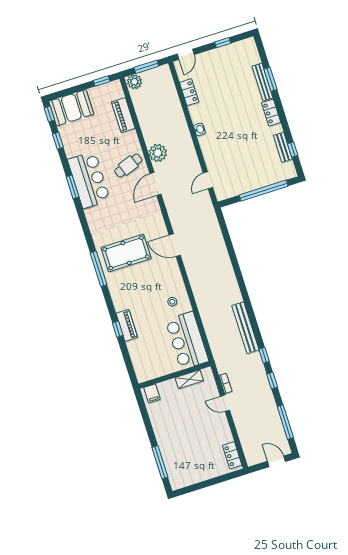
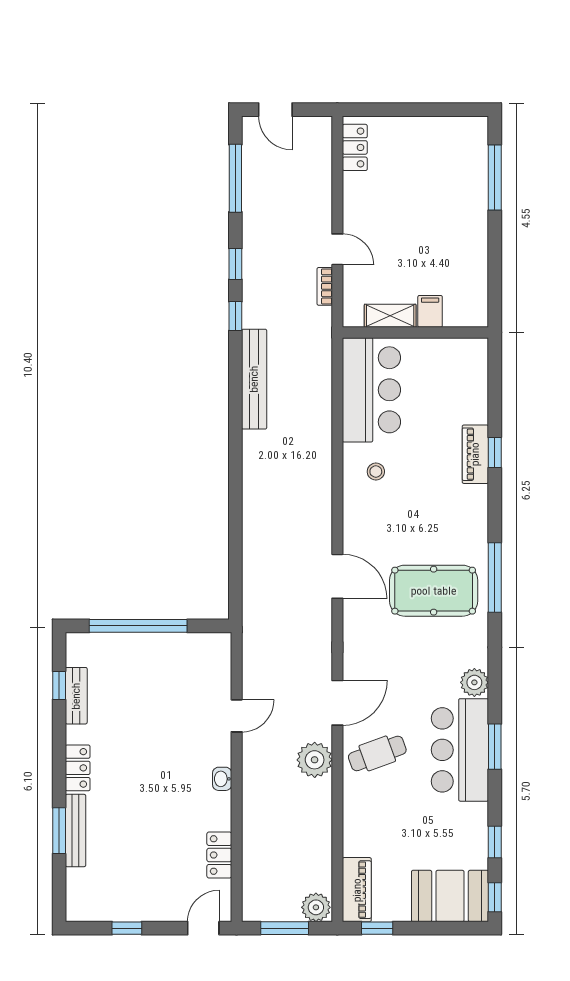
piano: (123, 115) -> (357, 890), moved
door: (208, 180) -> (237, 716), moved
plant: (92, 215) -> (474, 682), added
filing cabinet: (152, 393) -> (430, 311), moved

